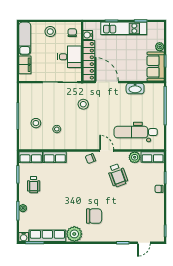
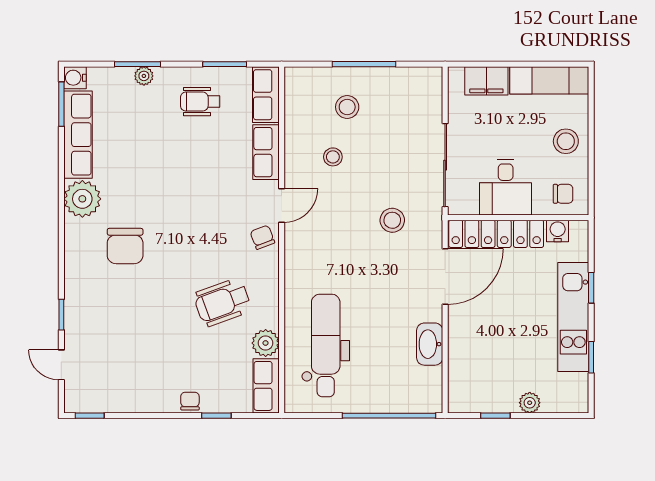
sofa: (156, 66) -> (482, 393), removed
door: (107, 150) -> (282, 205), moved

